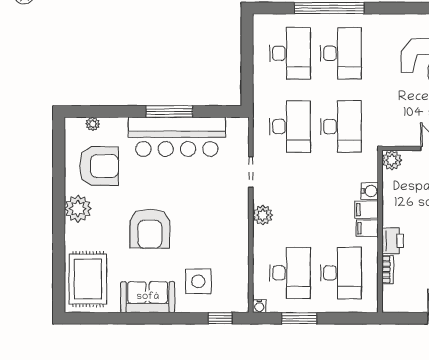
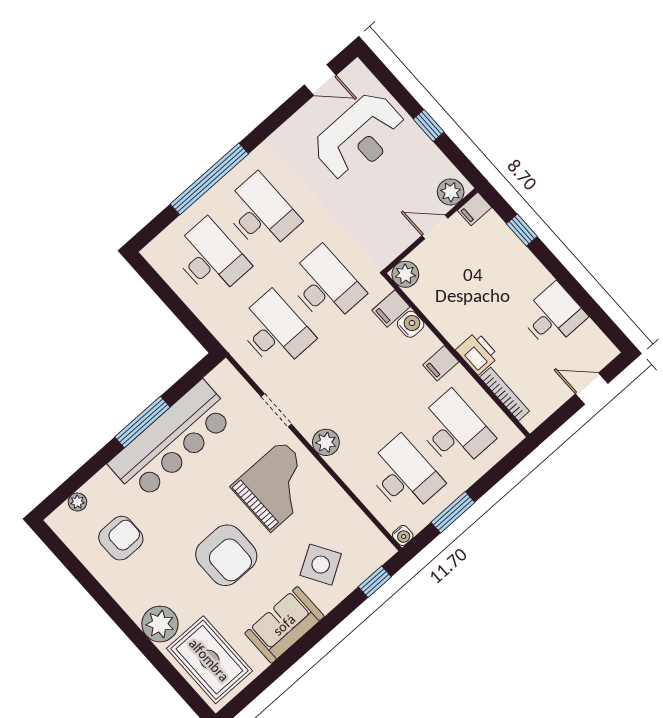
armchair: (99, 166) -> (121, 538), width x0.73, depth x0.73
plant: (78, 209) -> (160, 624), moved
filing cabinet: (367, 210) -> (391, 309), moved
grand piano: (213, 215) -> (277, 486), added
bookcase: (388, 270) -> (505, 394), width x1.56
side table: (198, 281) -> (321, 565), turned -31

